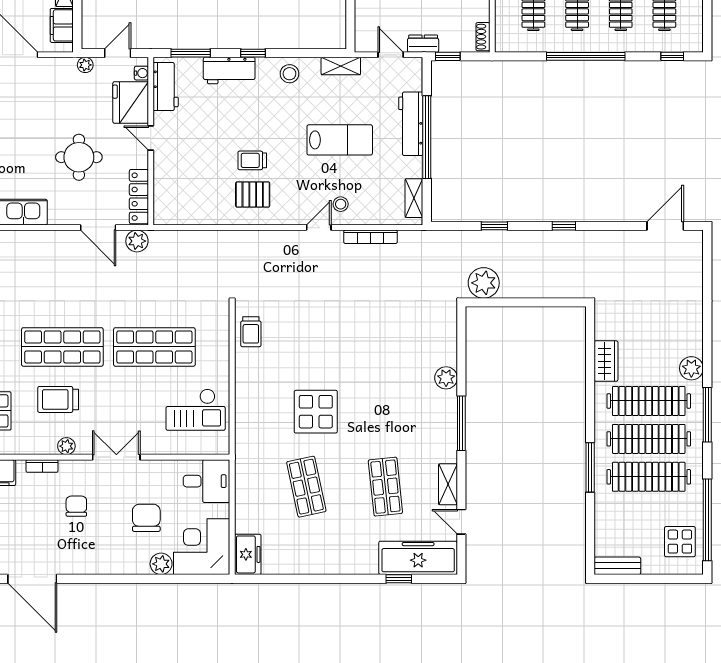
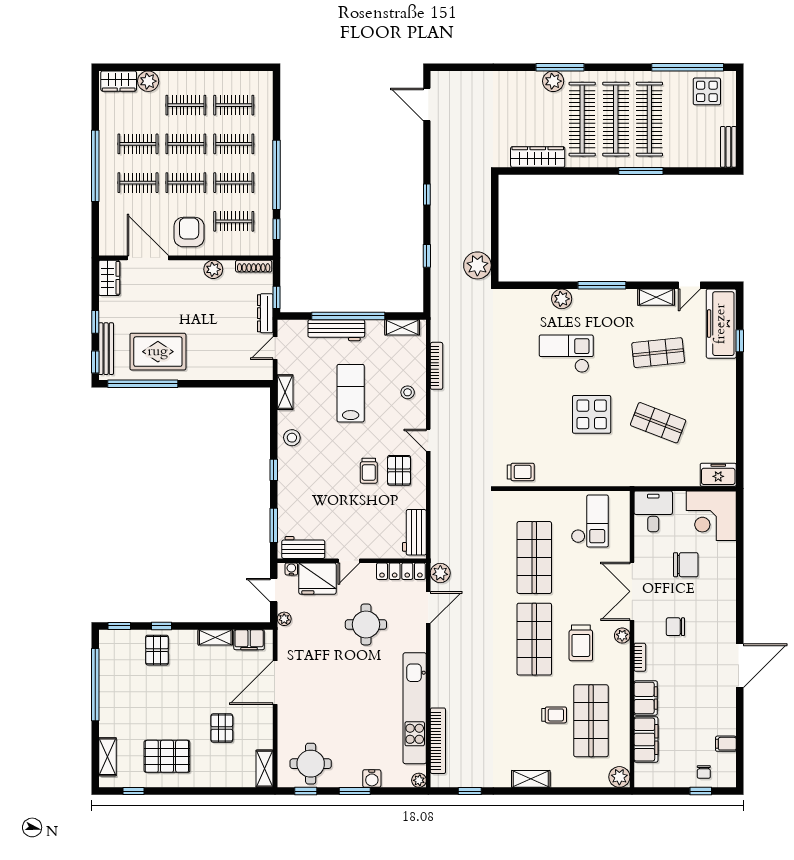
shoe rack: (483, 37) -> (254, 266), width x1.43
dresser: (423, 44) -> (265, 313), width x1.44
window: (672, 56) -> (277, 229), moved
workbench: (229, 71) -> (414, 532), moved, turned 180
door: (319, 228) -> (428, 440), moved
wardrobe: (606, 361) -> (538, 157), width x1.50
checkout: (384, 383) -> (566, 354), added
window: (707, 415) -> (560, 67), moved
double door: (116, 457) -> (632, 591), width x1.37
shop shelf: (306, 487) -> (658, 423), turned 33
chair: (146, 518) -> (686, 565), turned 180
plant: (161, 564) -> (727, 552), removed

